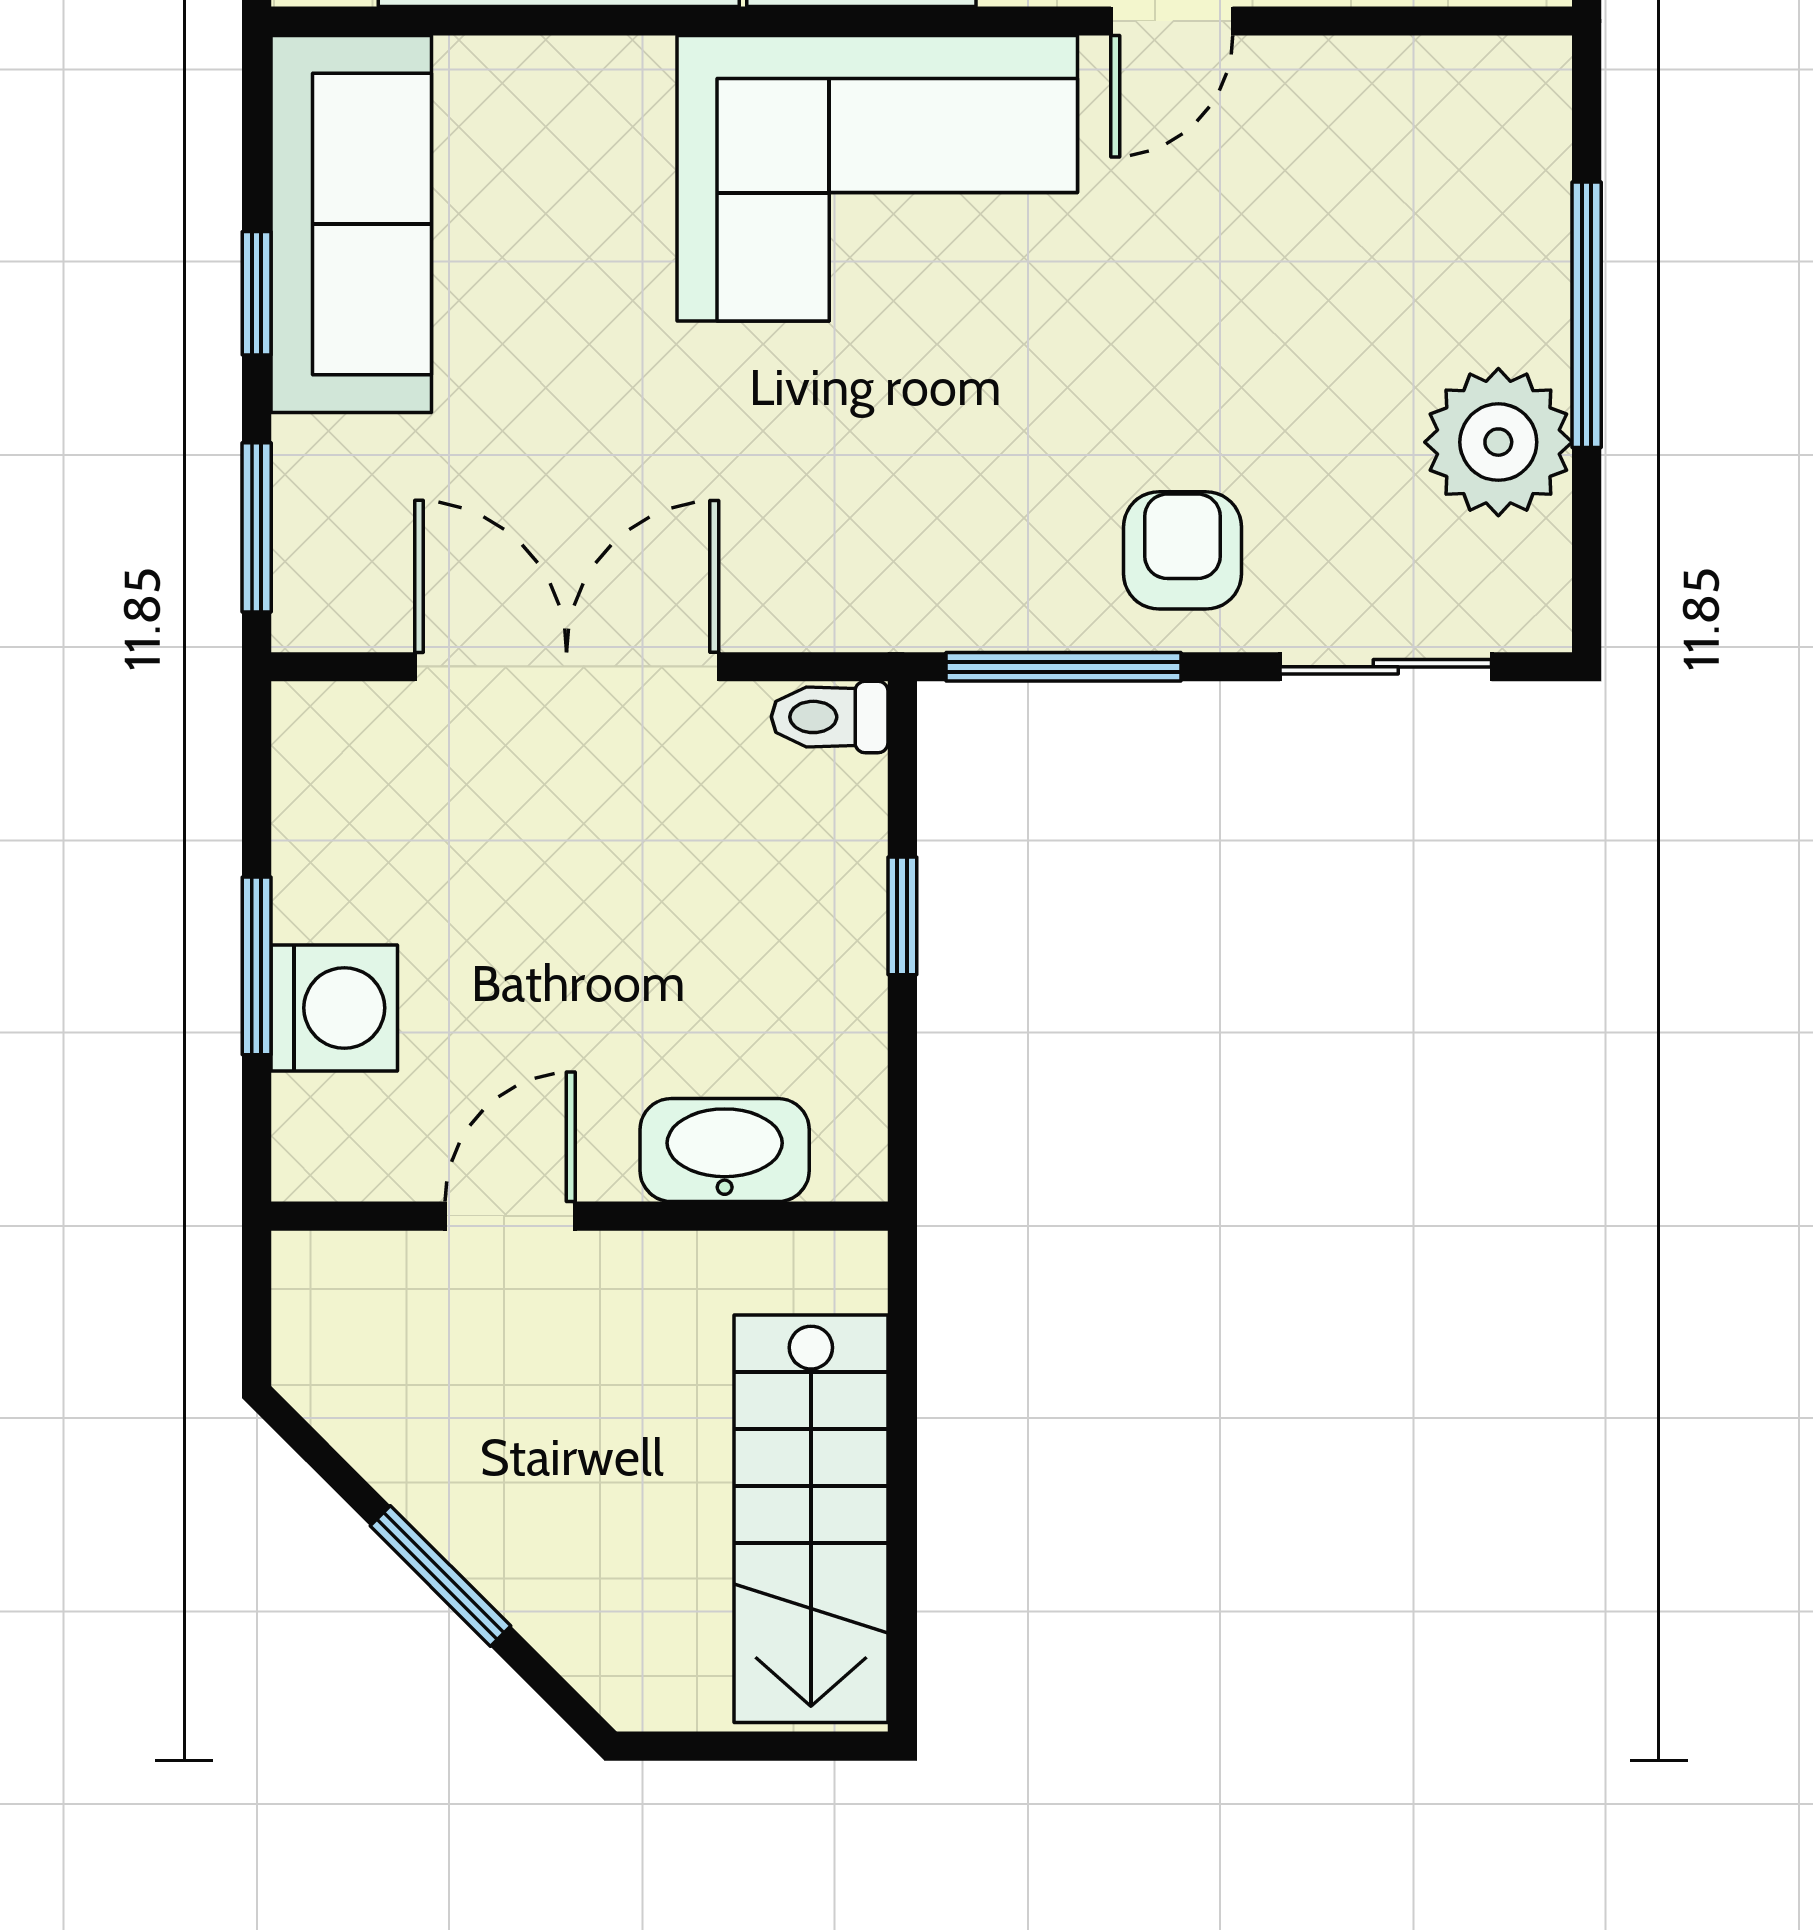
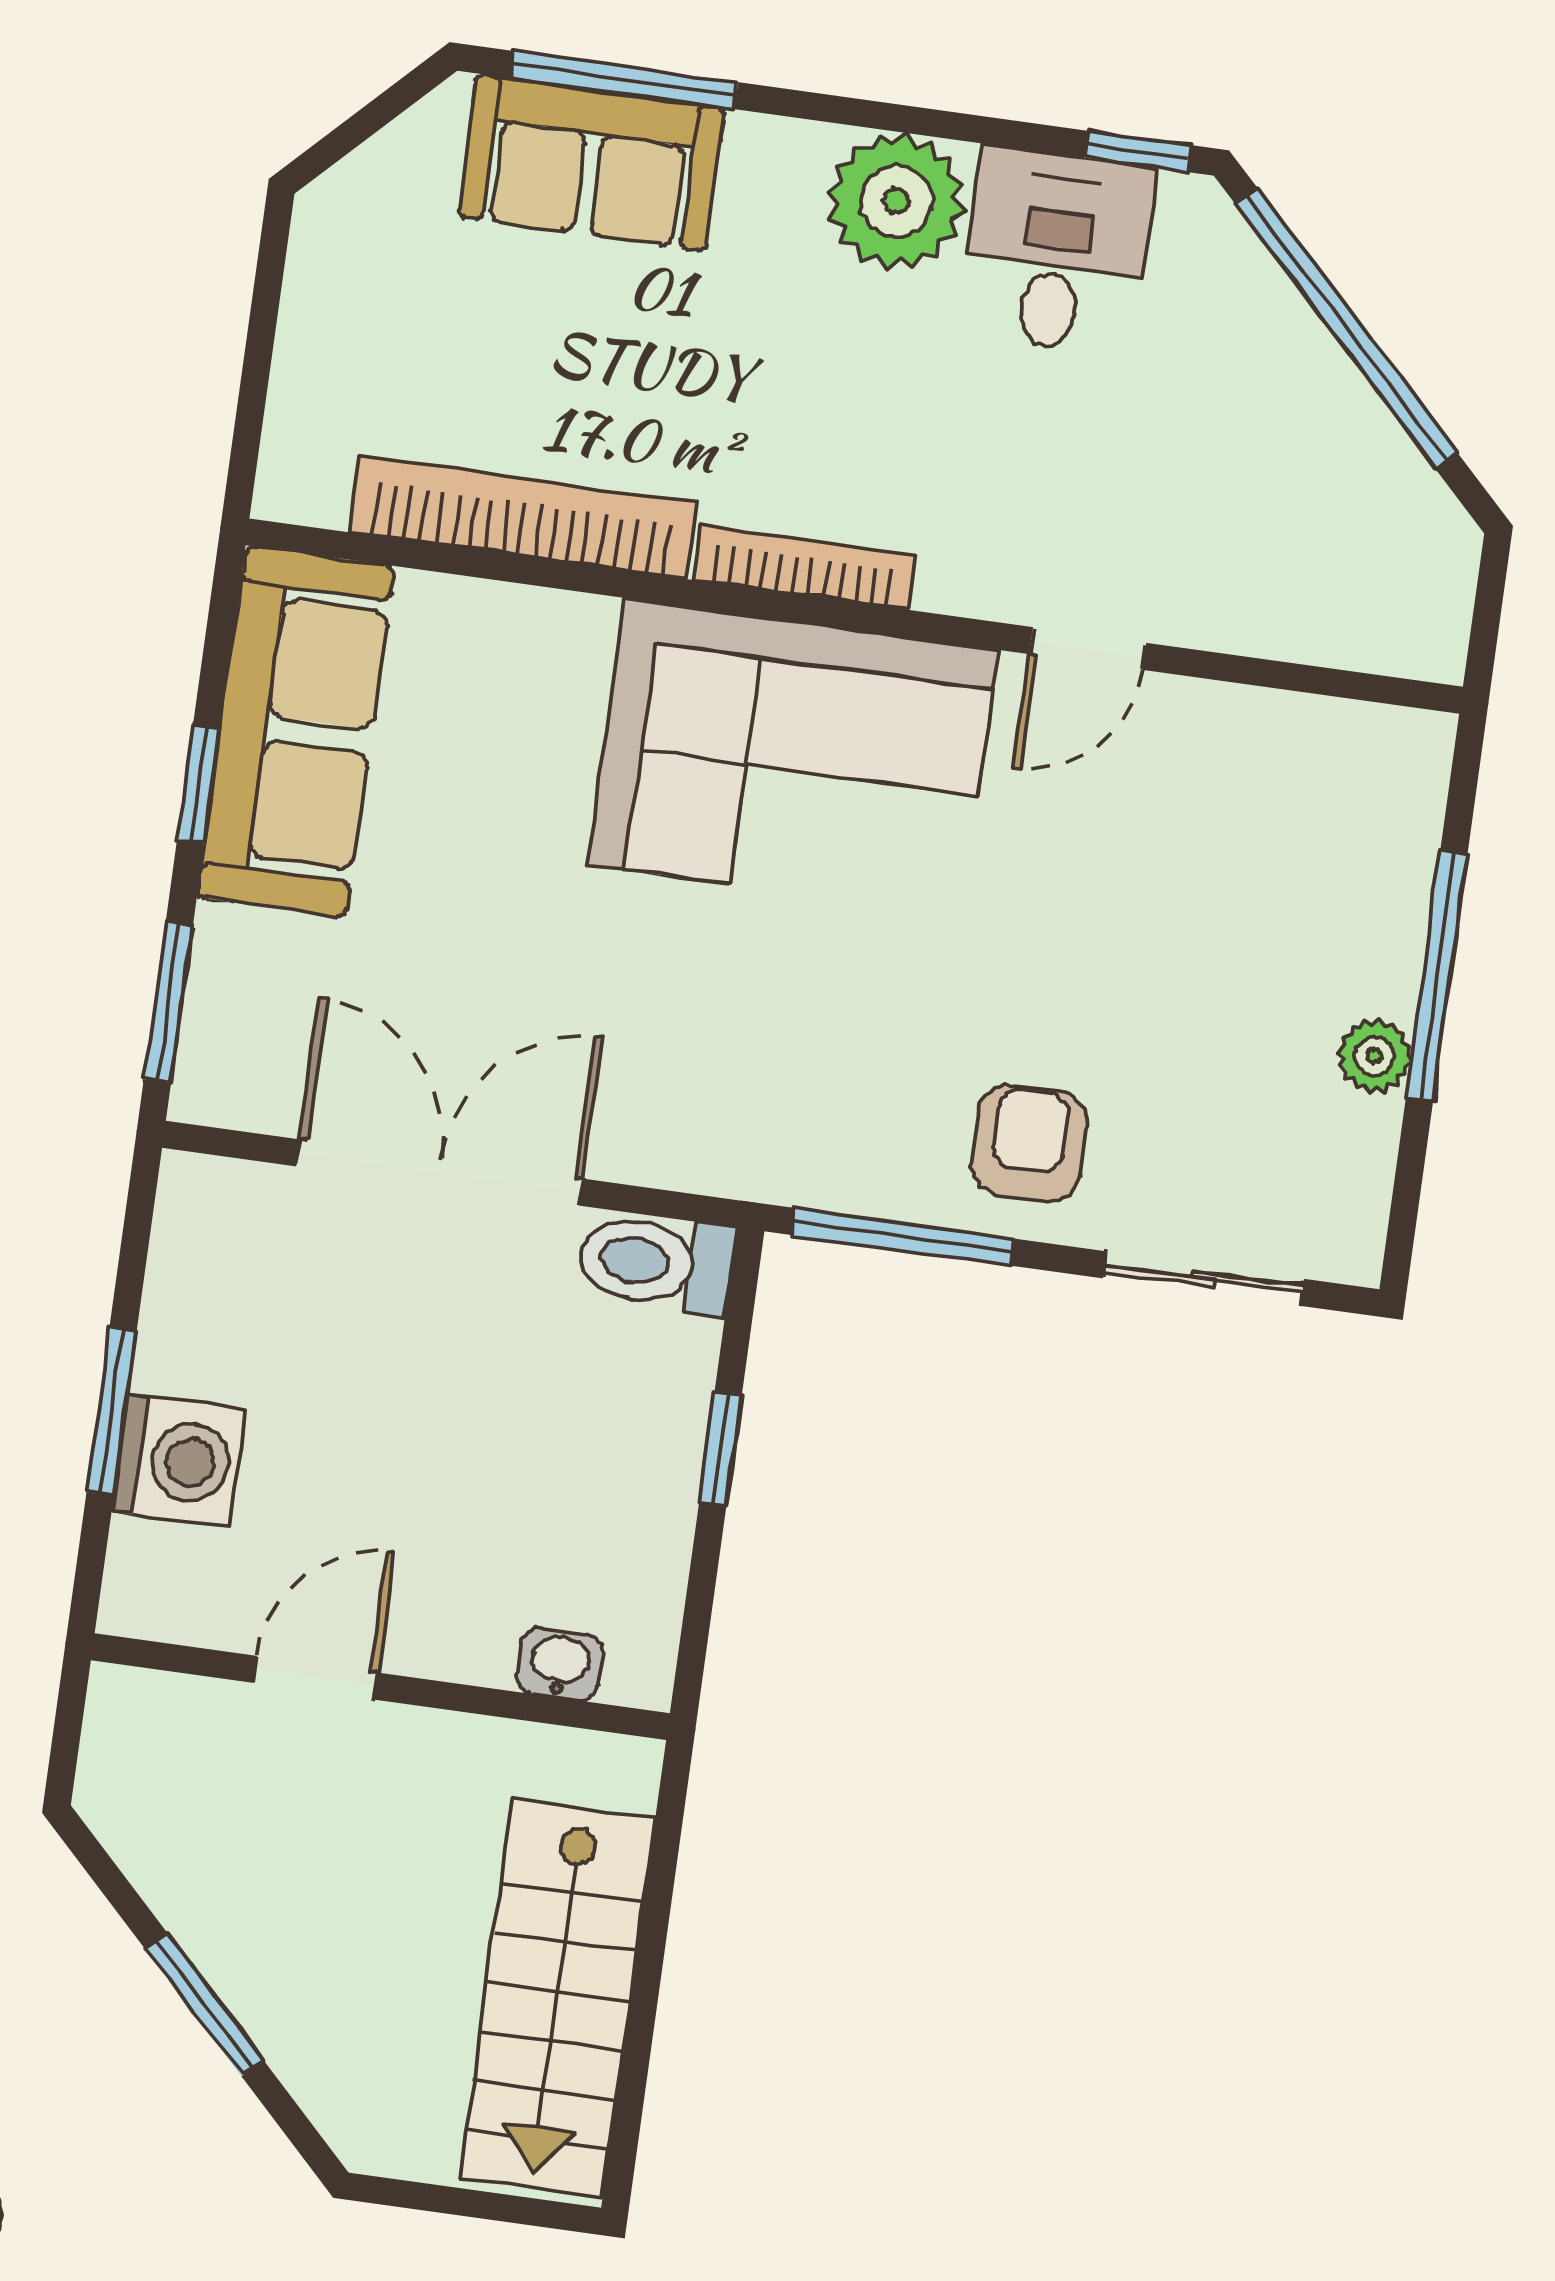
plant: (1498, 442) -> (1374, 1056), width x0.53, depth x0.53
toilet: (830, 717) -> (656, 1263), width x1.37, depth x1.39
washbasin: (725, 1150) -> (560, 1664), width x0.52, depth x0.69

